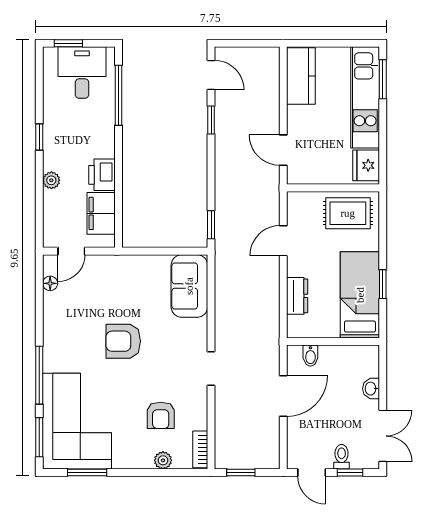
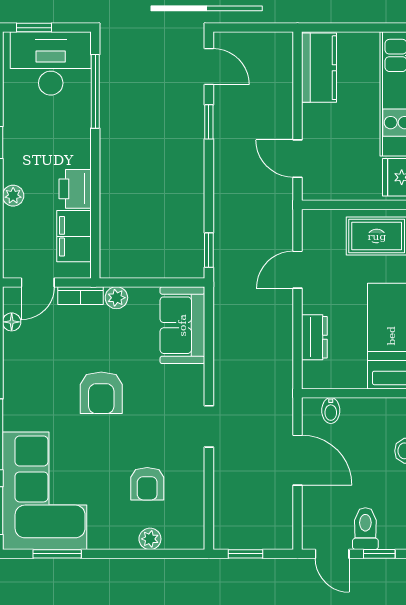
desk: (82, 73) -> (51, 63), width x1.37
plant: (136, 264) -> (116, 298), added
armchair: (123, 341) -> (101, 393), turned -90
door: (283, 396) -> (298, 460), hinge flipped
bookcase: (200, 449) -> (80, 296), moved, turned -90
toilet: (342, 457) -> (365, 529), width x1.37, depth x1.39

